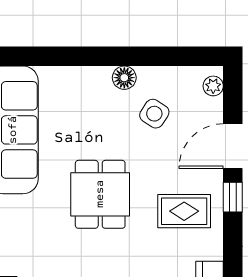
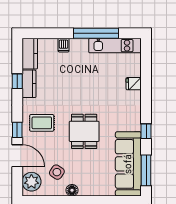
plant: (213, 86) -> (31, 182), width x1.88, depth x1.88
door: (233, 146) -> (17, 156), hinge flipped

